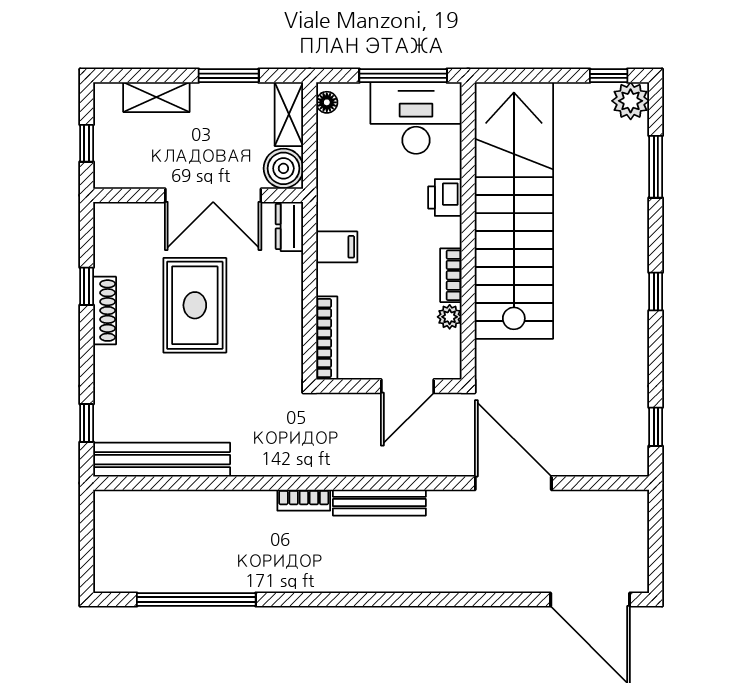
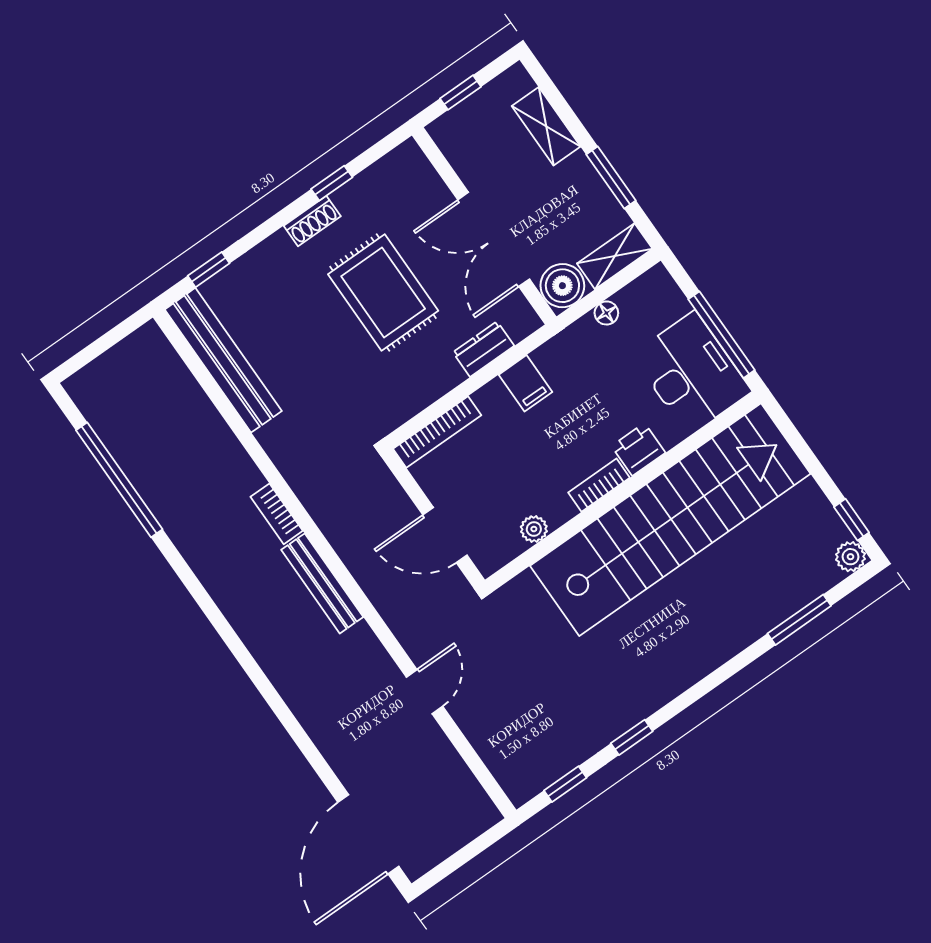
plant: (631, 101) -> (851, 557), width x0.73, depth x0.73
floor lamp: (327, 102) -> (606, 313), moved
dresser: (289, 226) -> (484, 349), moved
bookcase: (451, 275) -> (599, 485), moved
window: (656, 291) -> (632, 737), moved
rug: (195, 305) -> (383, 292), turned 90
shoe rack: (105, 311) -> (312, 221), width x0.70
door: (513, 483) -> (425, 692), width x0.53

